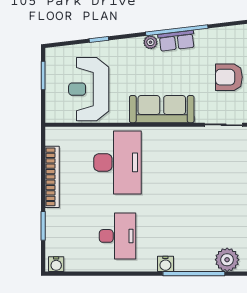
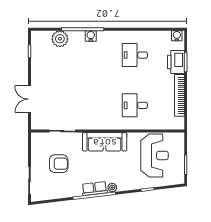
desk: (118, 162) -> (135, 105), width x0.53, depth x0.77
printer: (57, 226) -> (176, 62), added
desk: (118, 236) -> (135, 55), width x0.73
water cooler: (165, 264) -> (91, 36), moved

